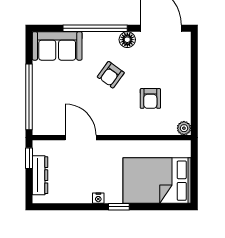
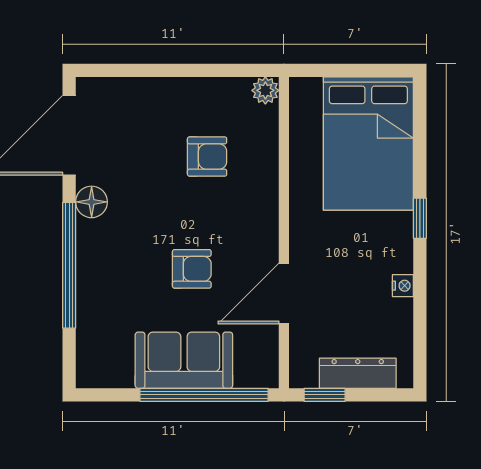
sofa: (57, 46) -> (184, 360), moved, turned -90
armchair: (111, 75) -> (192, 269), moved, turned -36
nightstand: (98, 198) -> (403, 286), moved

